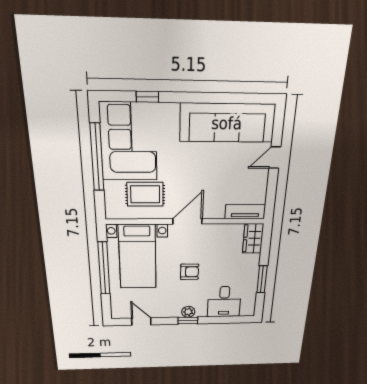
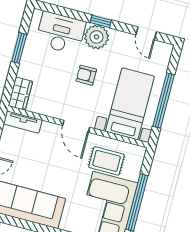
door: (188, 221) -> (76, 126), hinge flipped
desk: (224, 302) -> (61, 33), width x1.37
plant: (188, 312) -> (97, 37), width x1.88, depth x1.88

